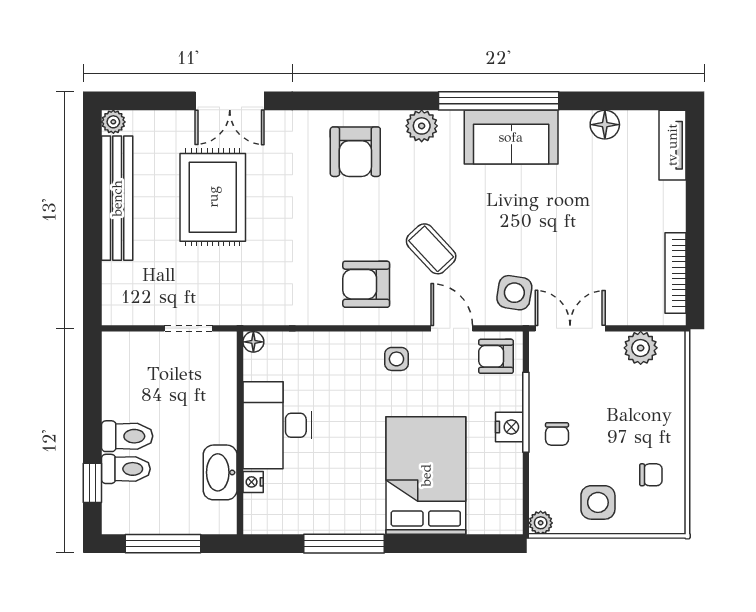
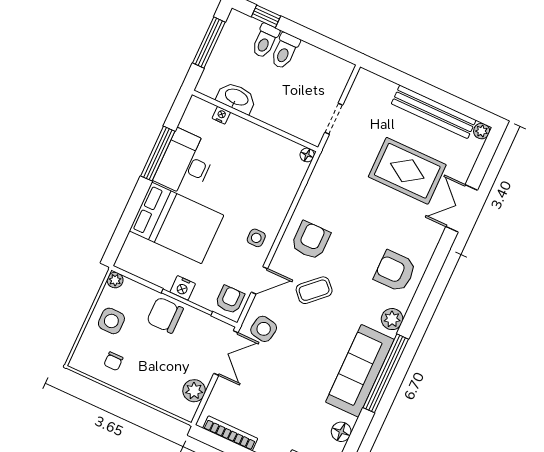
sofa: (511, 137) -> (360, 371), width x1.36
desk: (277, 425) -> (186, 163), moved, turned -90
chair: (557, 434) -> (165, 315), width x1.87, depth x1.87

